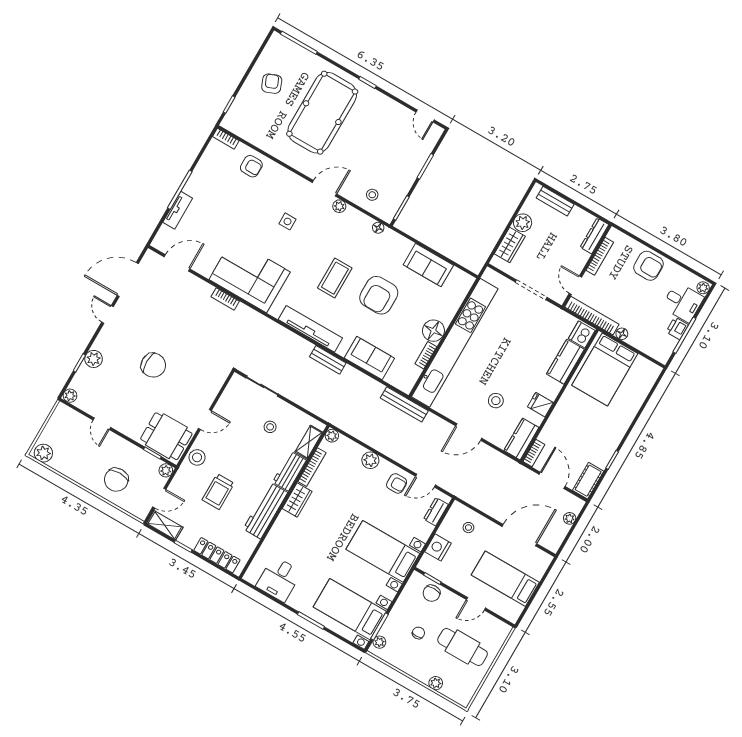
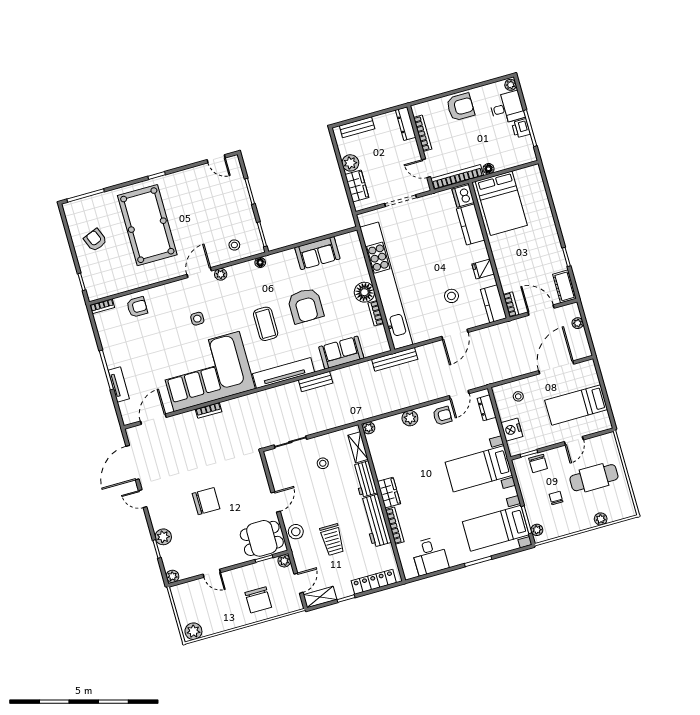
corner sofa: (250, 276) -> (207, 371), width x1.36, depth x1.36
bookcase: (312, 467) -> (395, 526), moved

